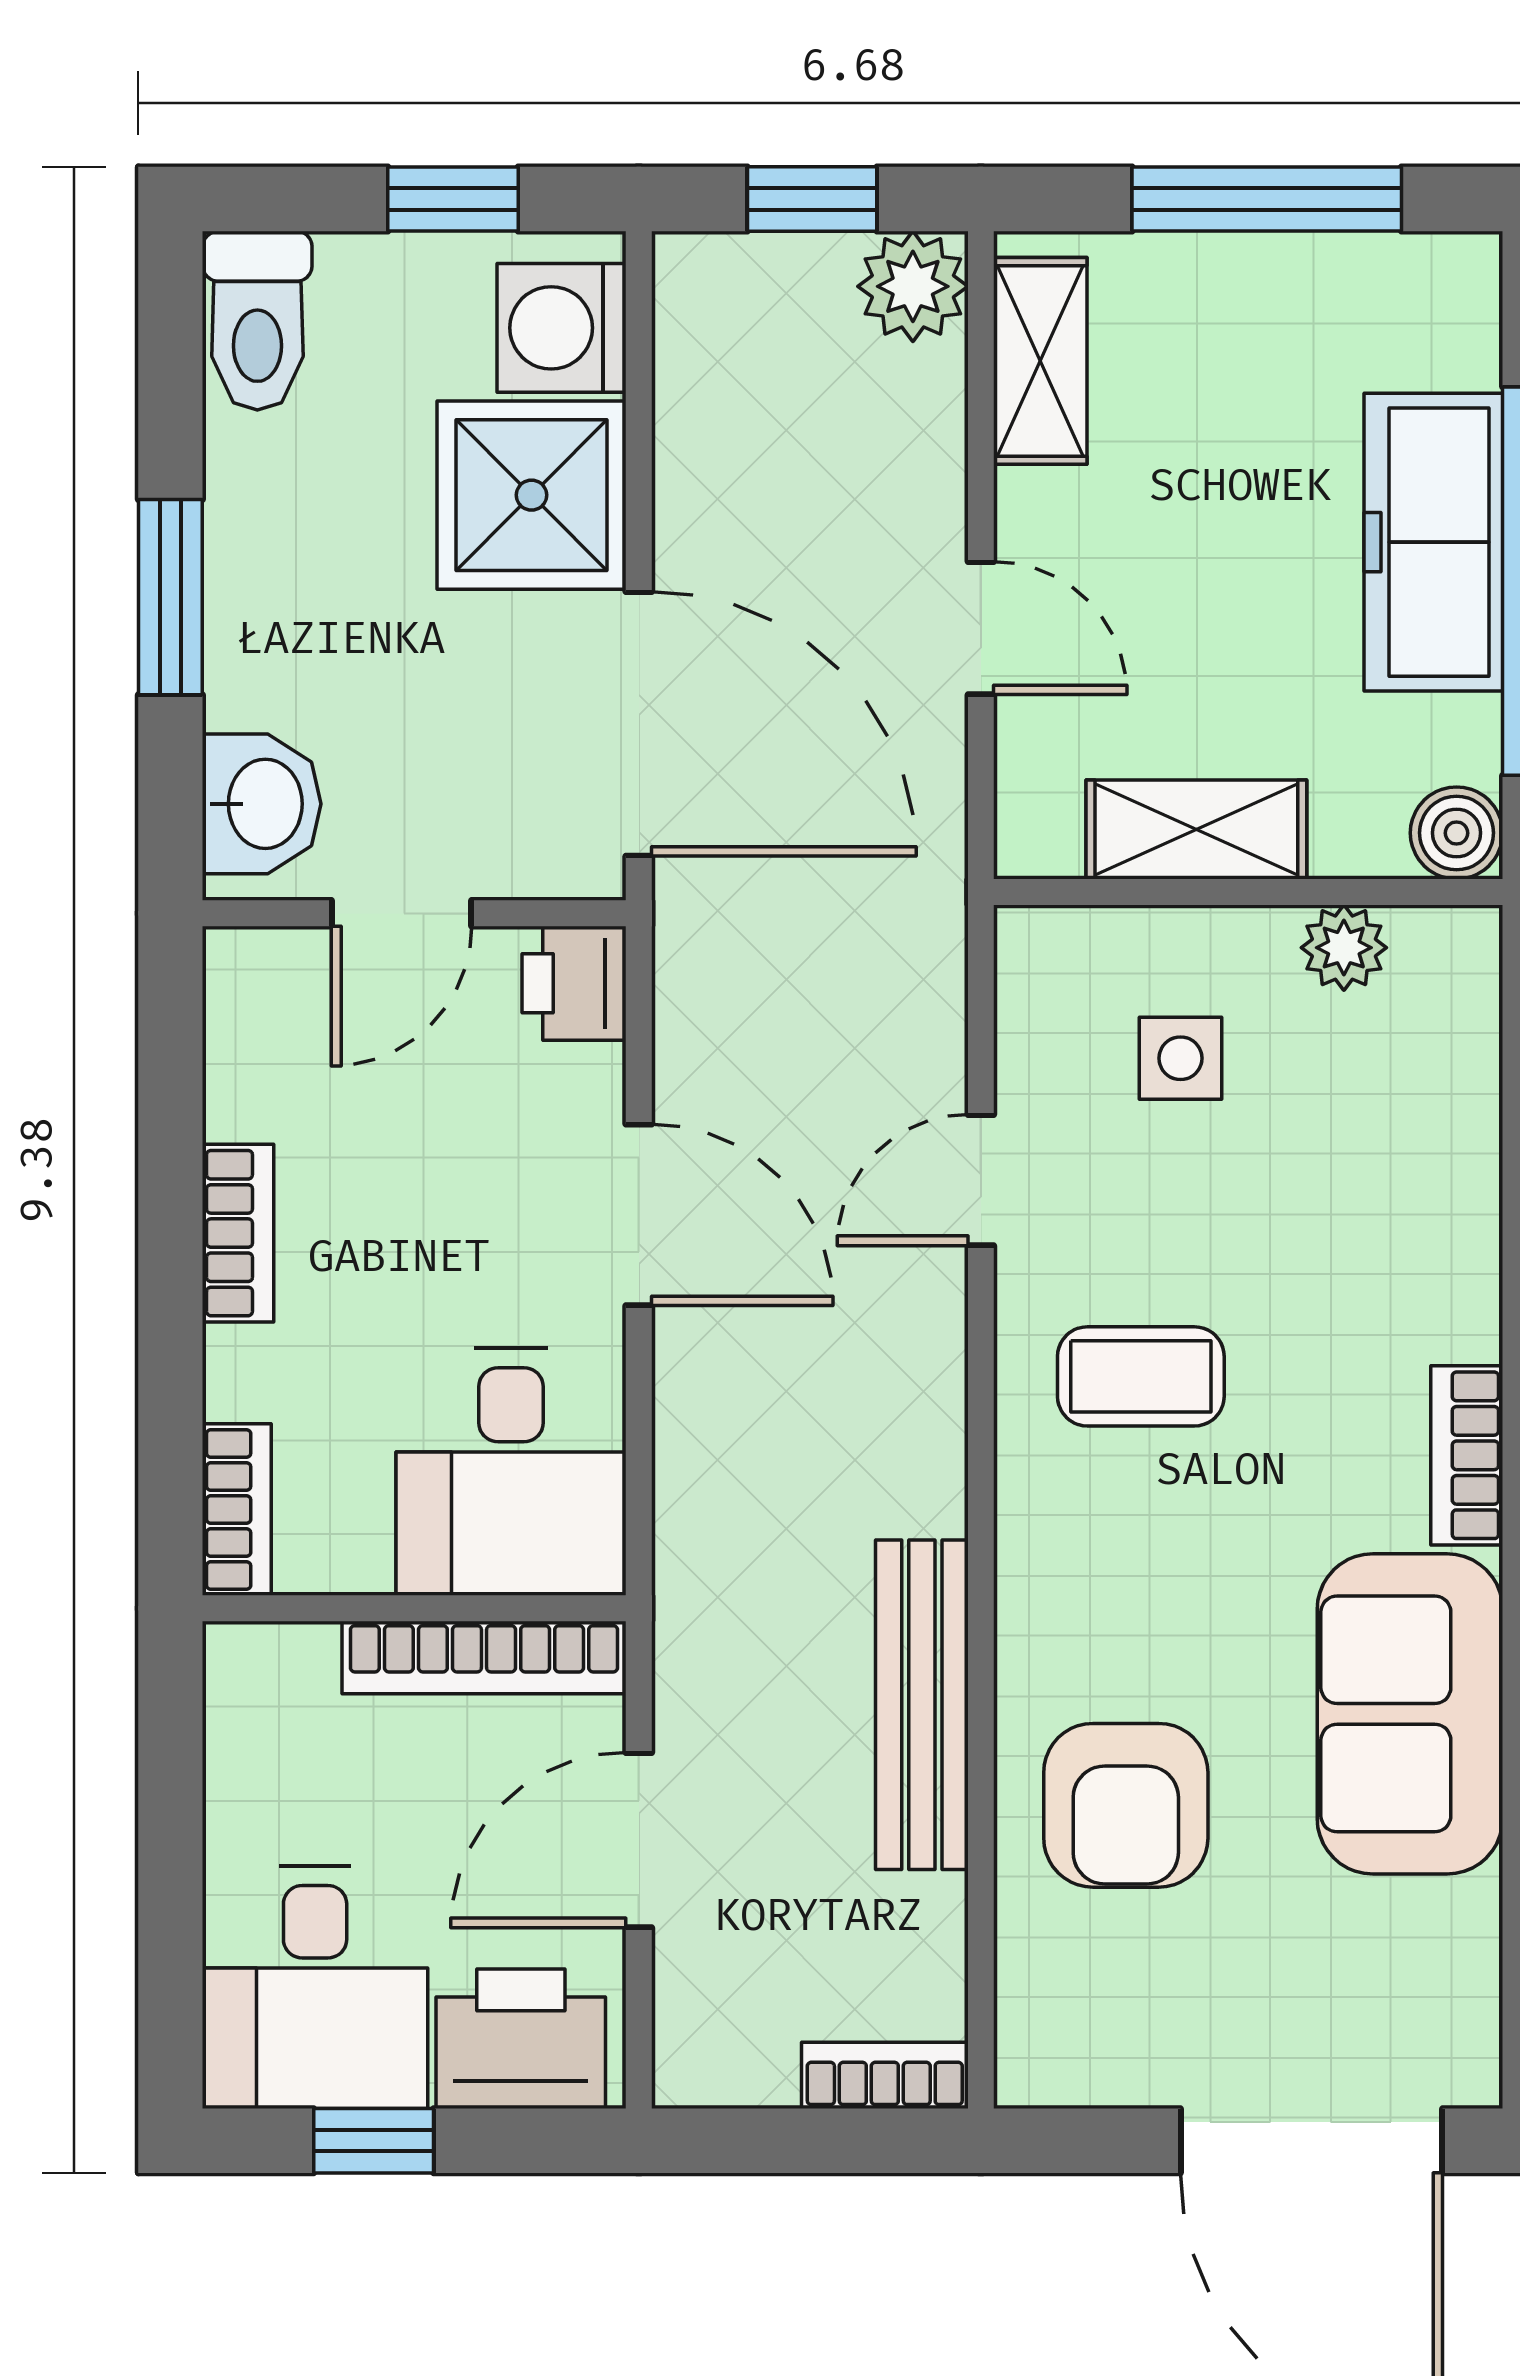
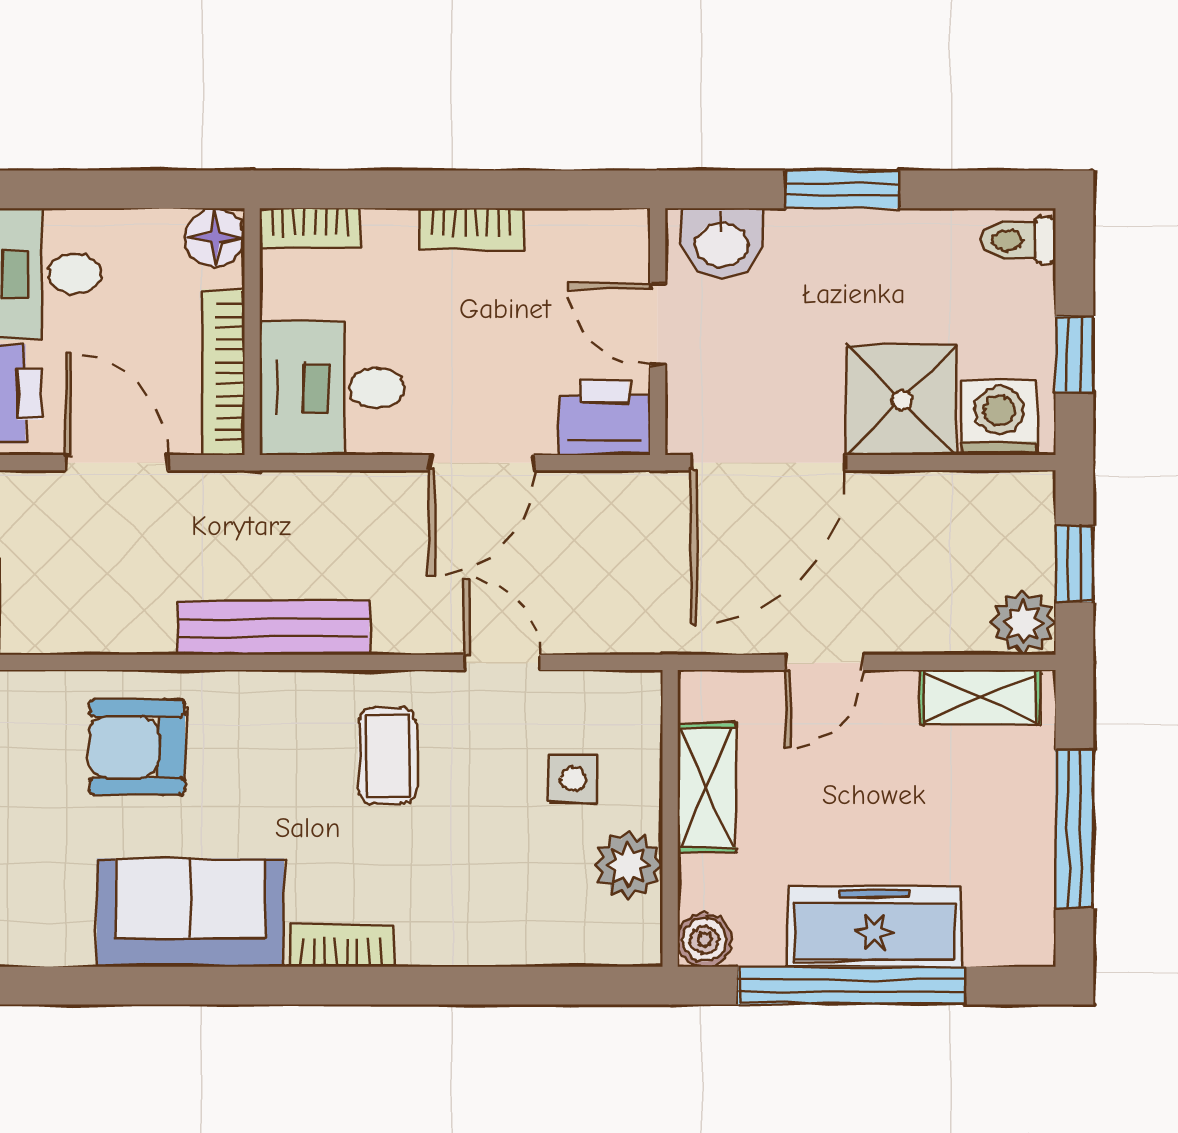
toilet: (257, 321) -> (1018, 240), width x0.73, depth x0.72
plant: (1344, 948) -> (628, 865), width x1.38, depth x1.38
printer: (574, 983) -> (605, 418), width x1.36, depth x1.24
floor lamp: (253, 1672) -> (215, 237), added
bench: (922, 1705) -> (273, 628), moved

